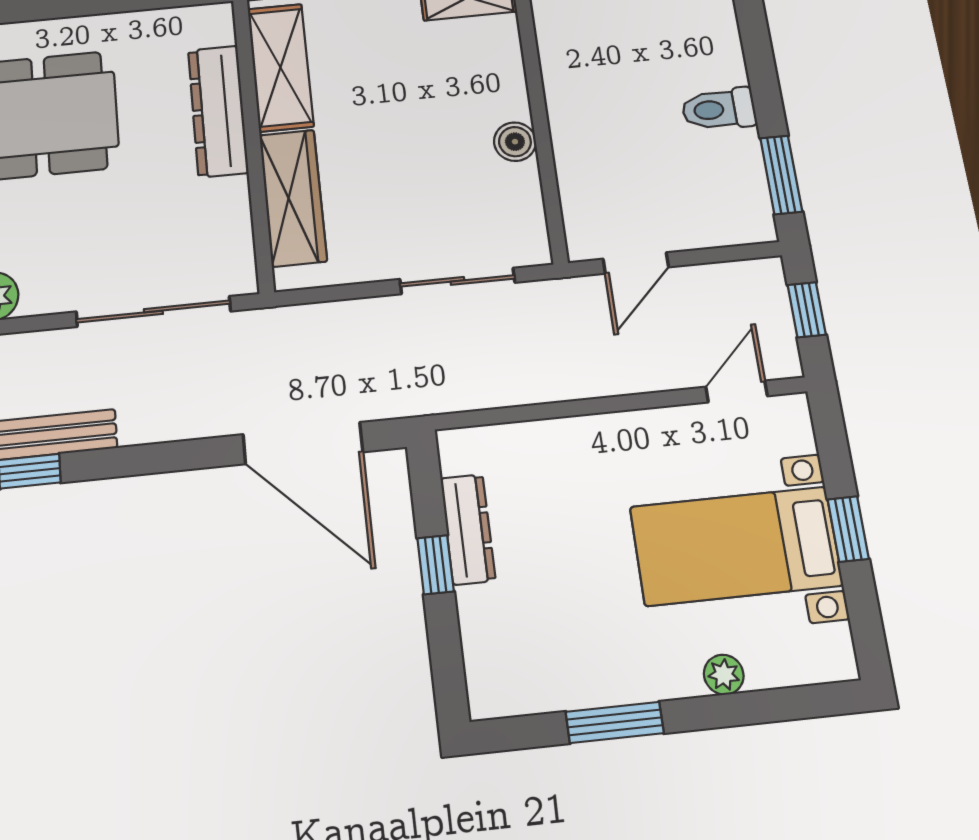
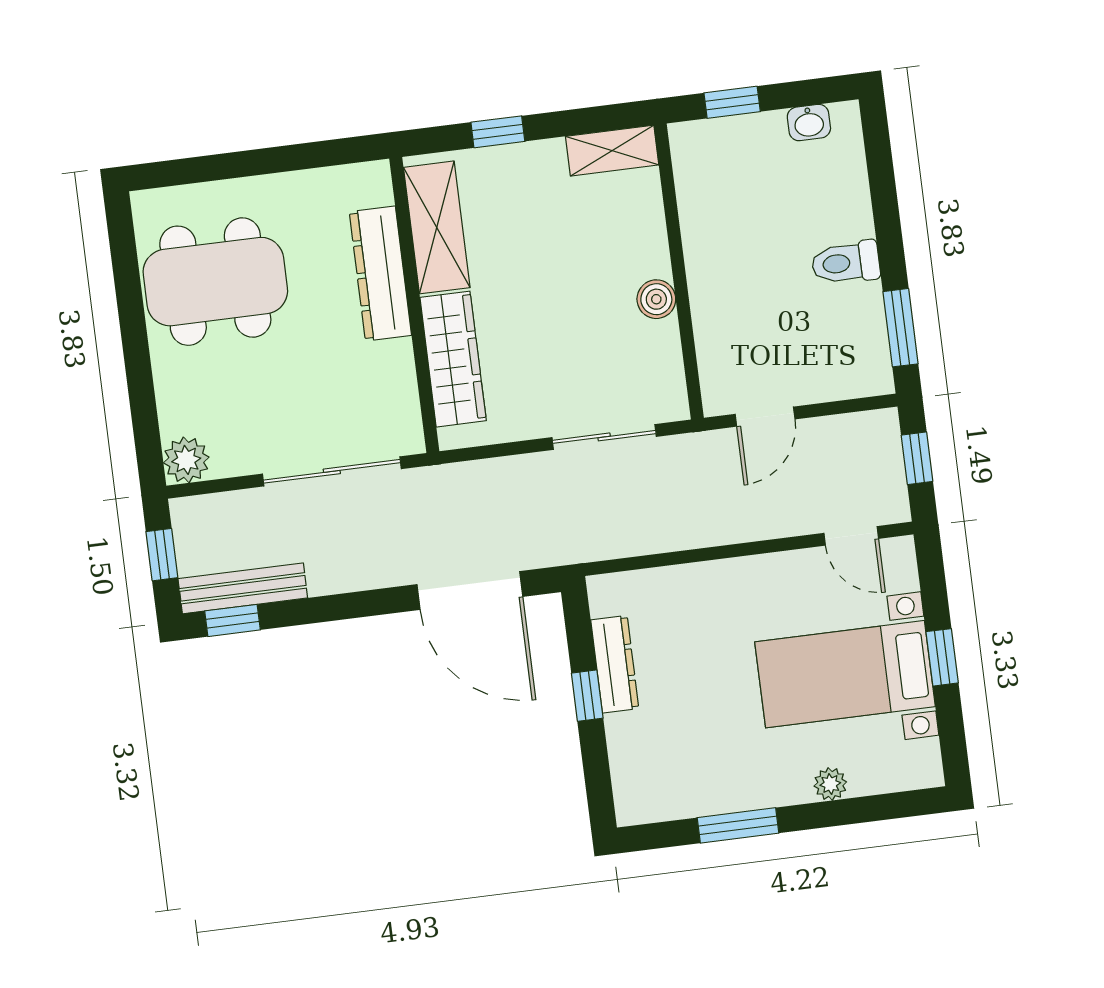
door: (737, 391) -> (851, 536), swing flipped

